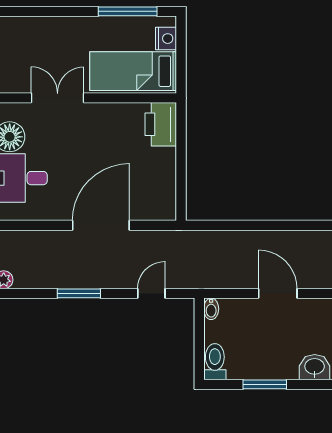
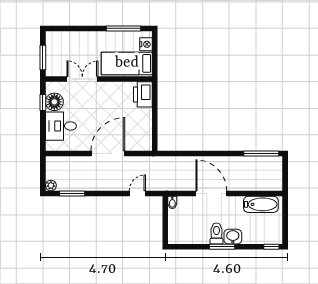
window: (79, 293) -> (72, 194), moved
door: (278, 293) -> (211, 194), width x1.36
toilet: (215, 362) -> (216, 233), moved
window: (265, 384) -> (222, 247), moved

